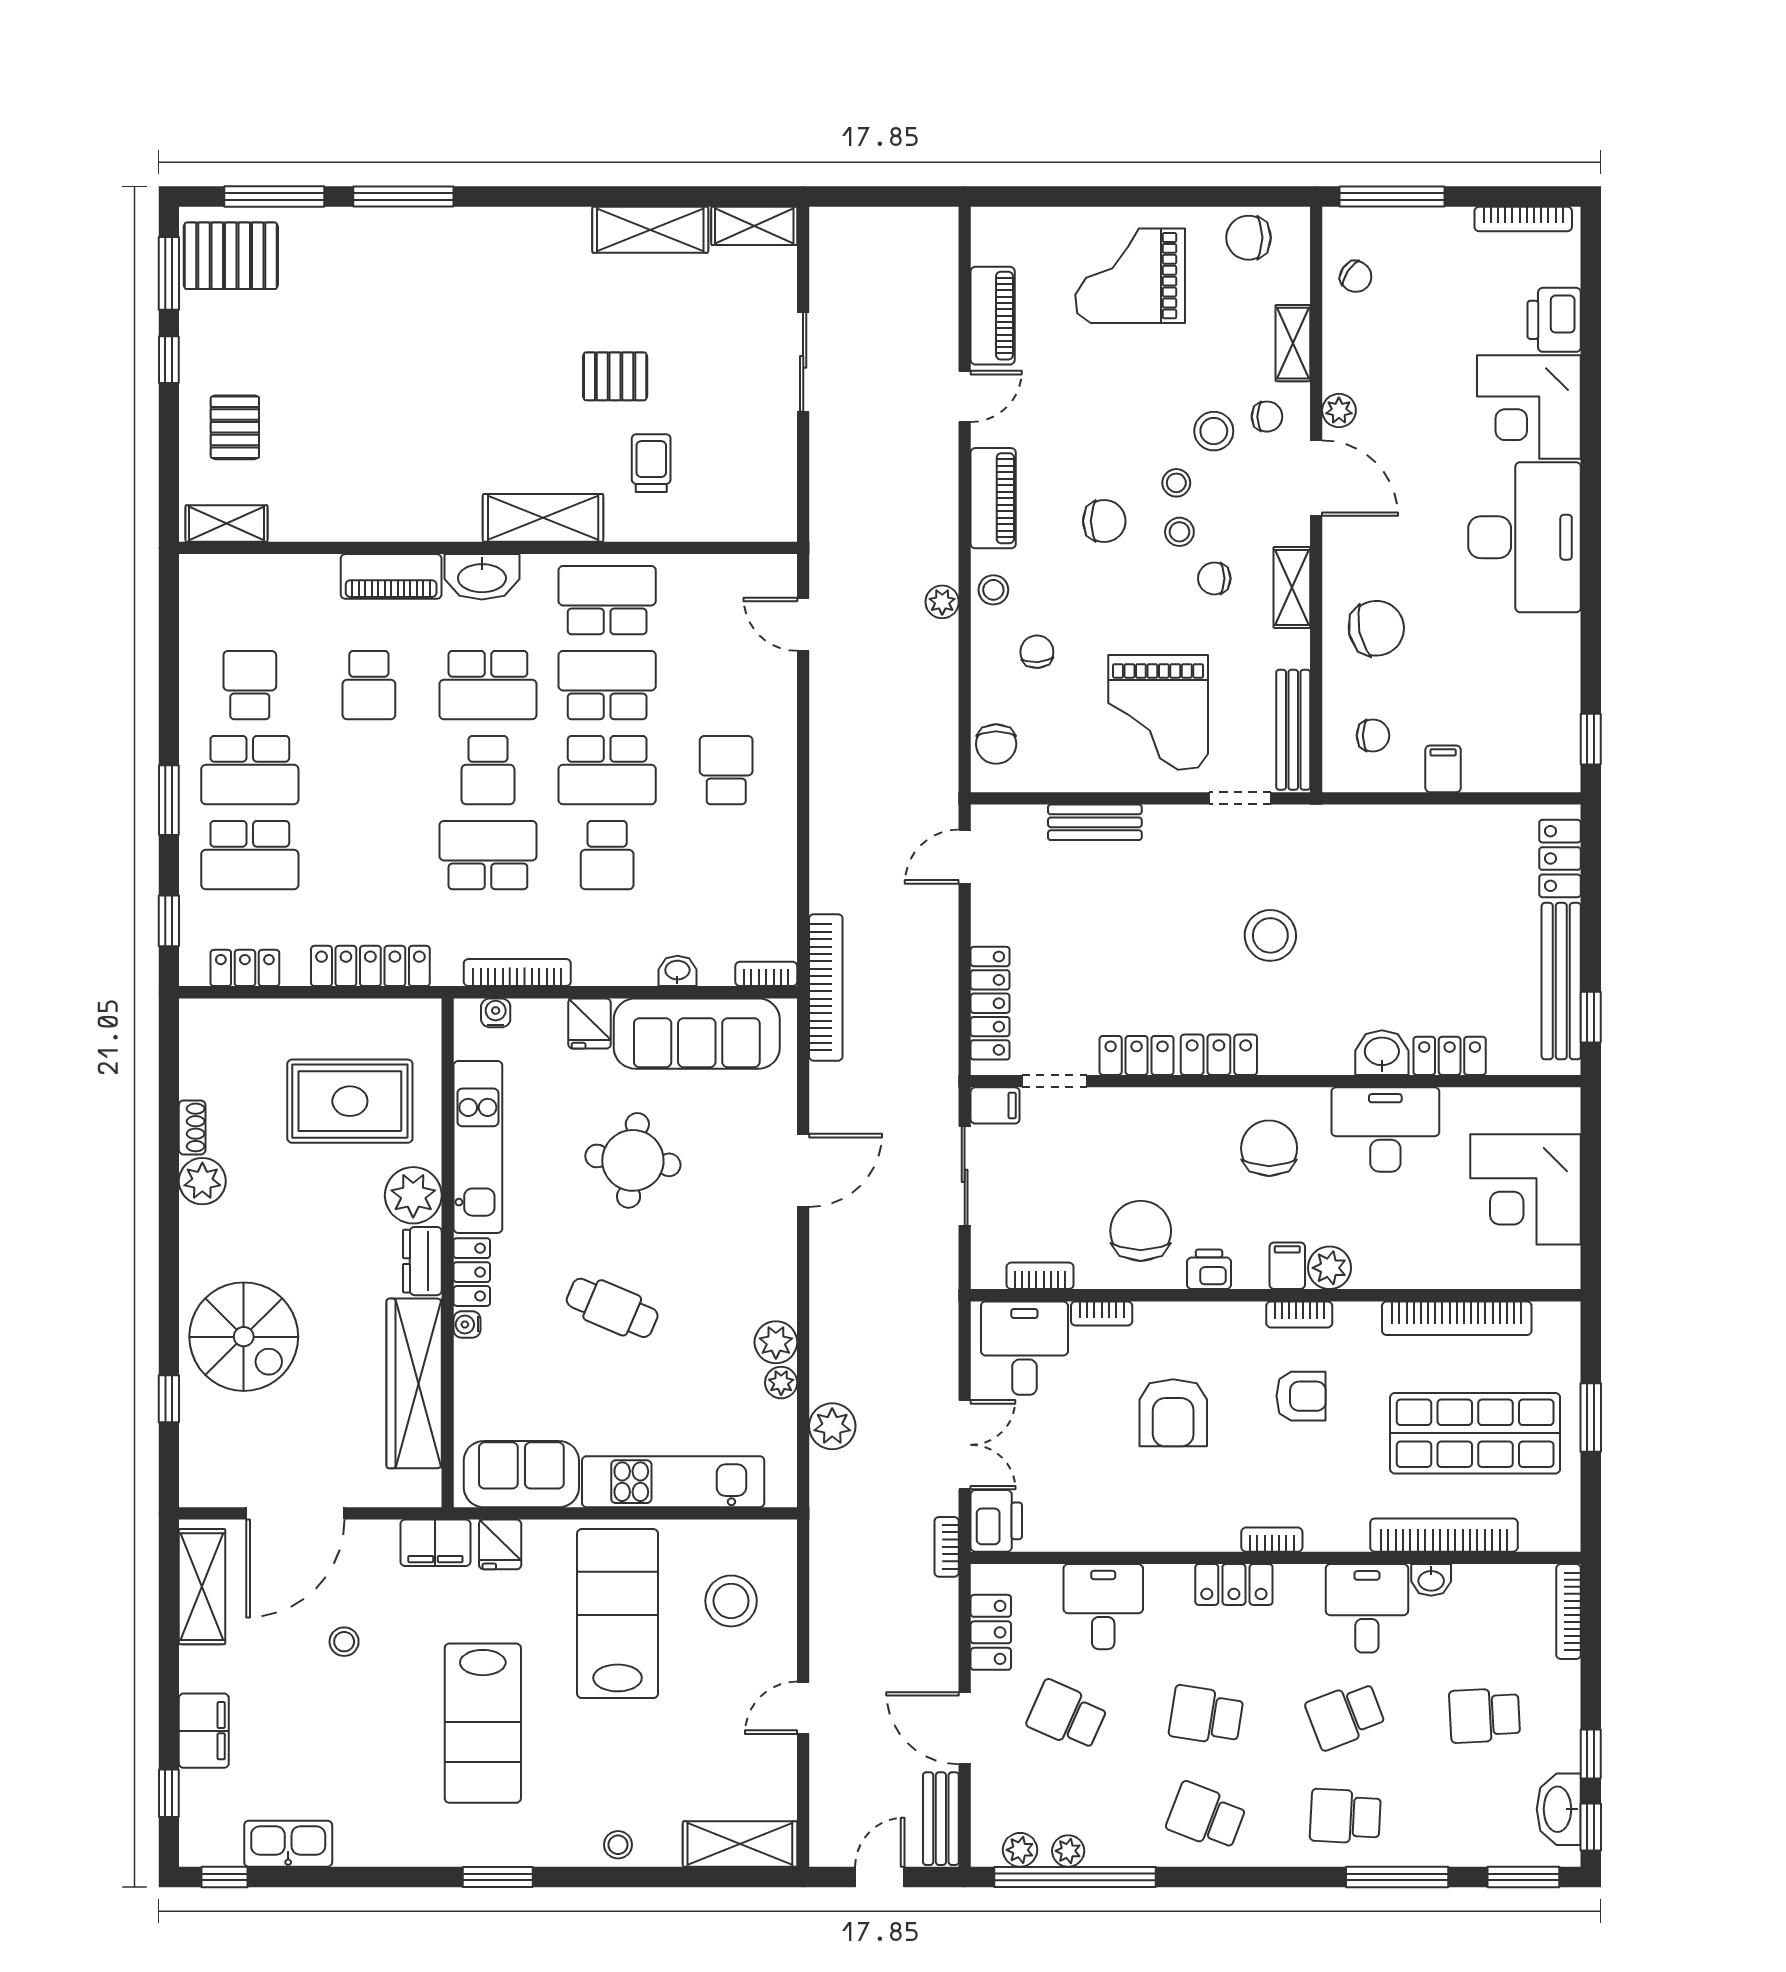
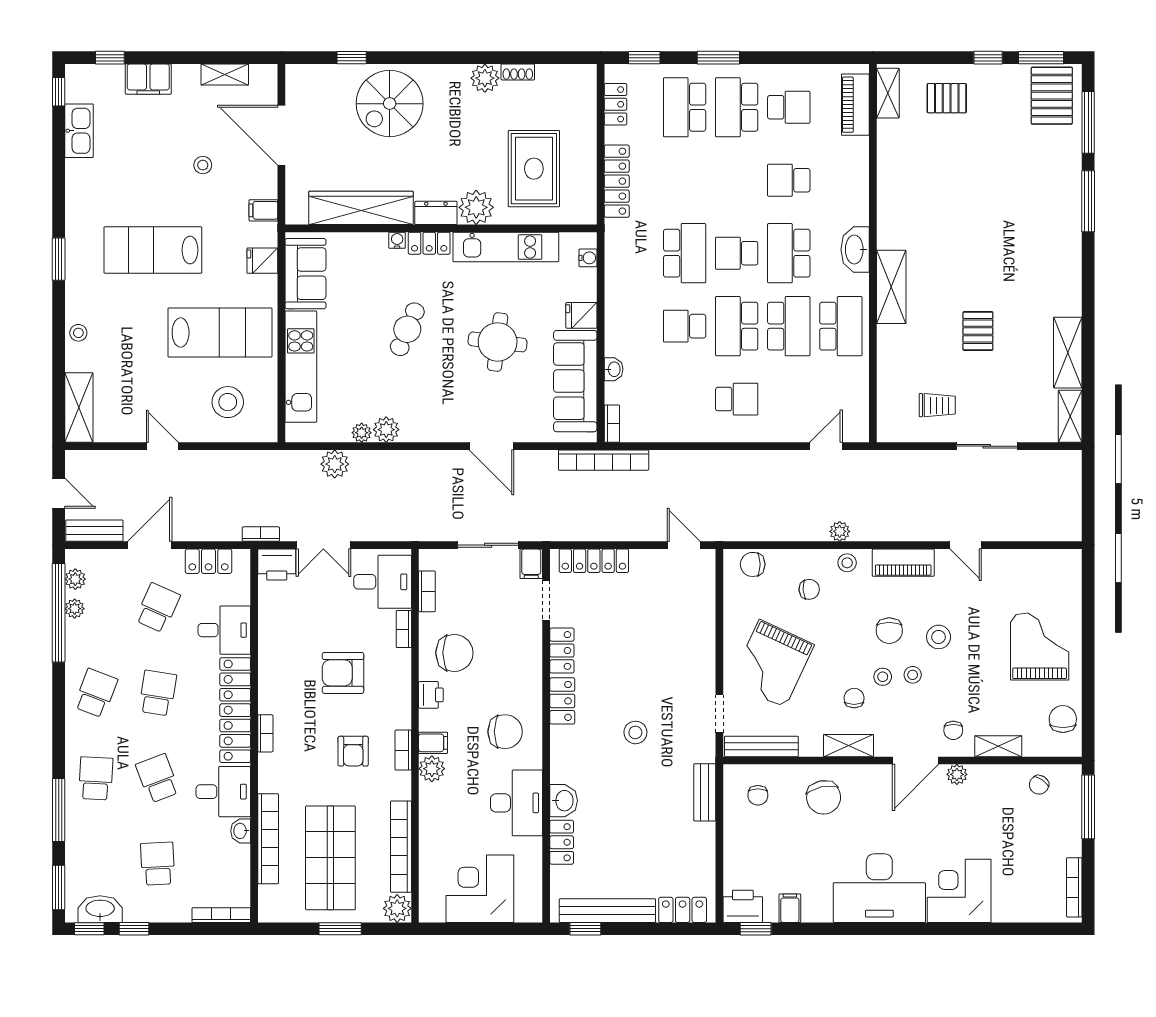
piano: (993, 316) -> (1015, 562), removed
printer: (1554, 320) -> (743, 906), moved
stool: (1214, 431) -> (939, 637), moved
trolley: (651, 463) -> (937, 405), moved
piano: (391, 576) -> (855, 105), moved
grand piano: (1158, 712) -> (772, 664), turned -65
filing cabinet: (1443, 769) -> (790, 908), moved, turned -90
bench: (1095, 822) -> (705, 792), moved
stool: (1270, 935) -> (635, 732), width x0.73, depth x0.73
bookcase: (517, 973) -> (613, 271), removed
plant: (1558, 1324) -> (397, 908), added
filing cabinet: (435, 1543) -> (263, 210), width x0.50
locker: (1234, 1584) -> (235, 710), width x2.16, depth x1.21
shelving: (202, 1587) -> (225, 74), width x0.67, depth x0.75

